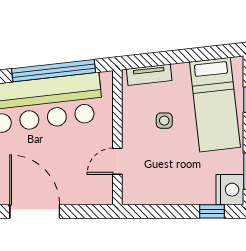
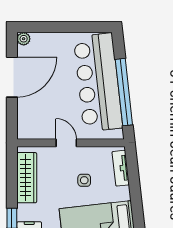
door: (117, 161) -> (66, 143), moved
wardrobe: (161, 193) -> (27, 178), added

